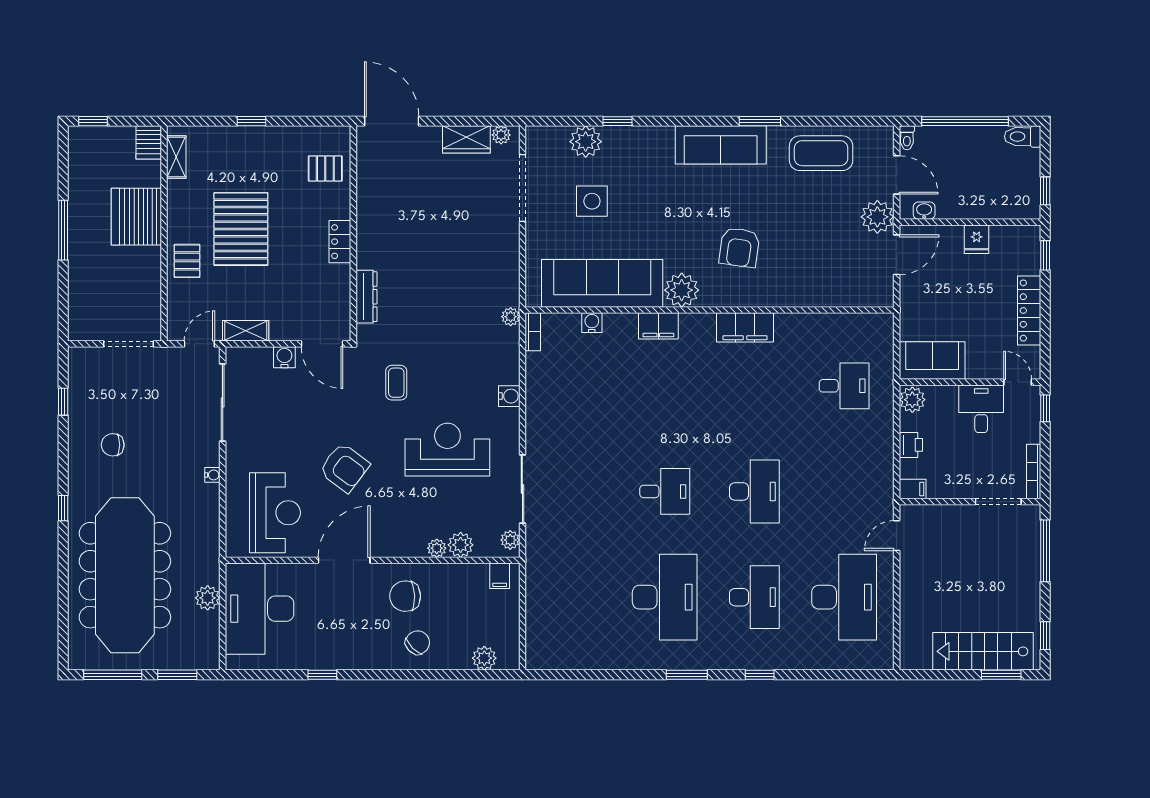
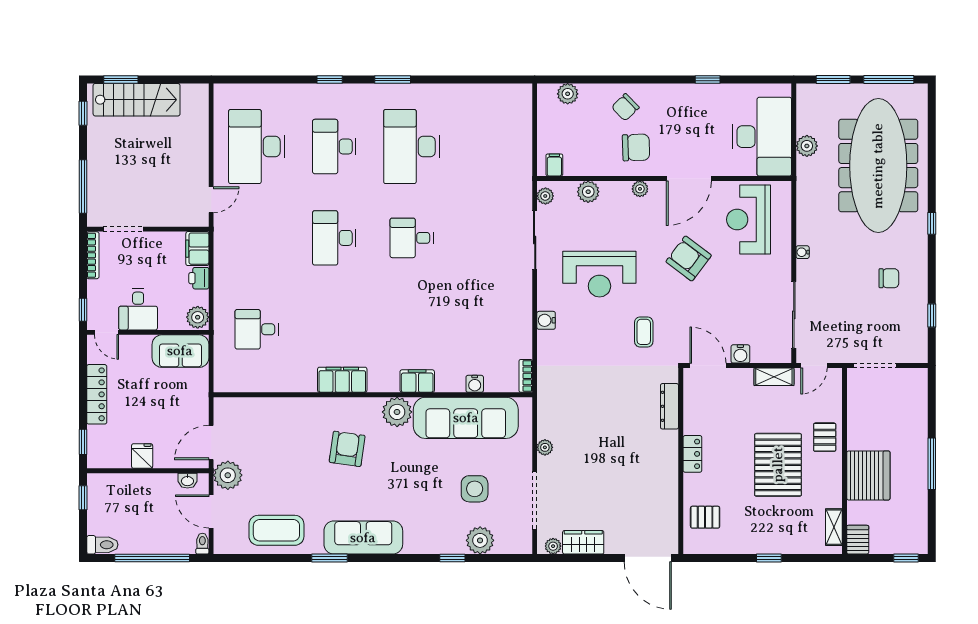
plant: (511, 317) -> (545, 447), moved
filing cabinet: (913, 489) -> (197, 249), width x2.00
plant: (437, 548) -> (640, 189), moved

